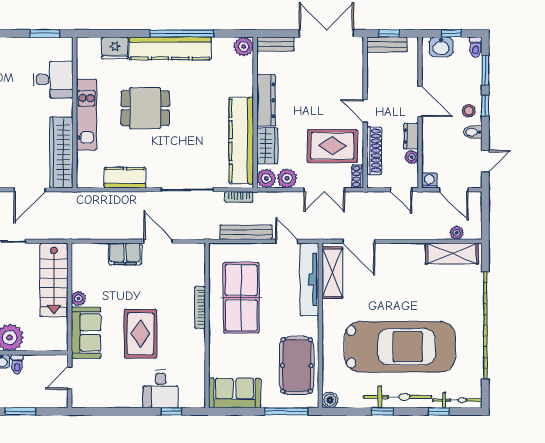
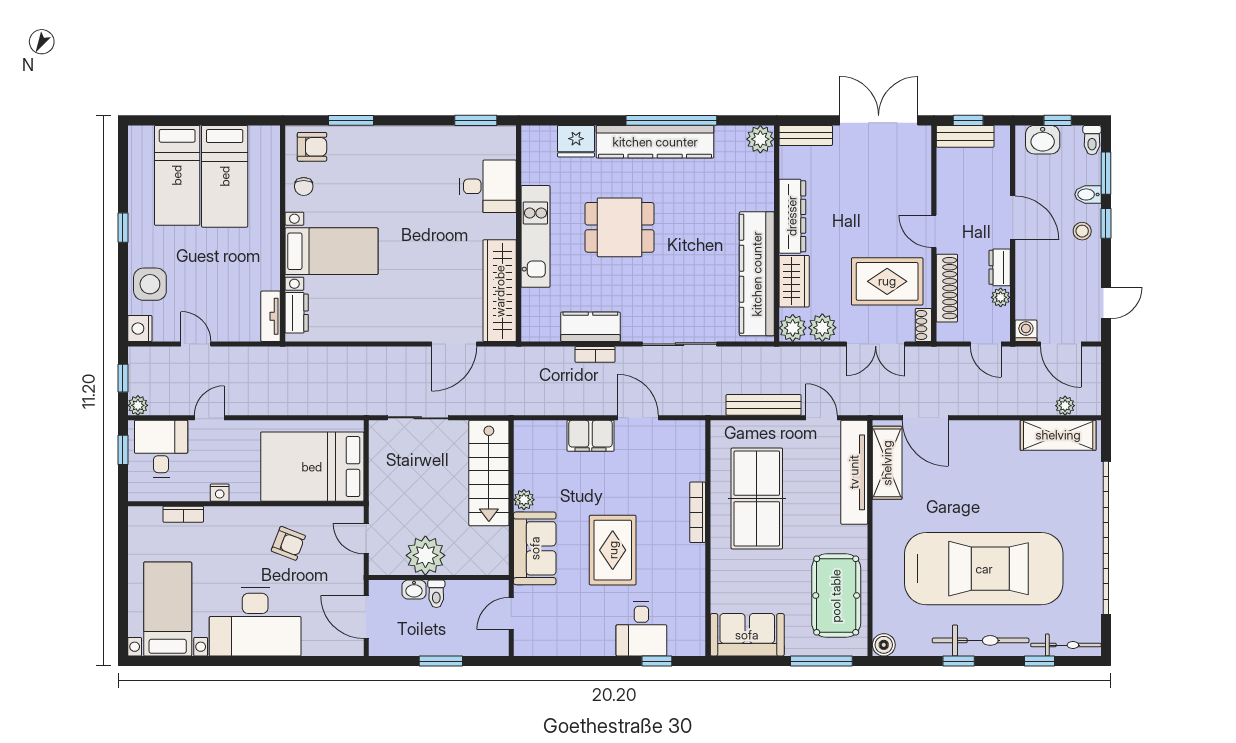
bidet: (473, 132) -> (1088, 194), moved
bookcase: (239, 197) -> (595, 354), moved

